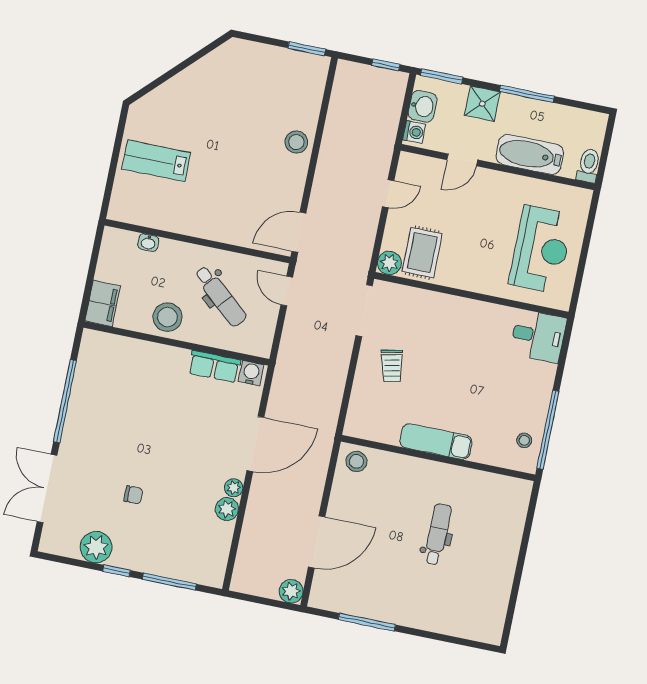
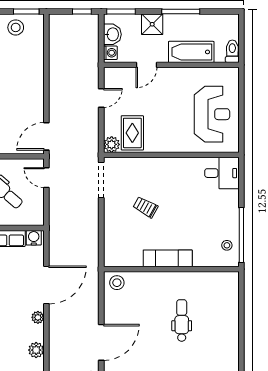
stool: (296, 142) -> (16, 27), moved
trolley: (392, 366) -> (146, 207), moved, turned 131
plant: (227, 509) -> (36, 350), moved

